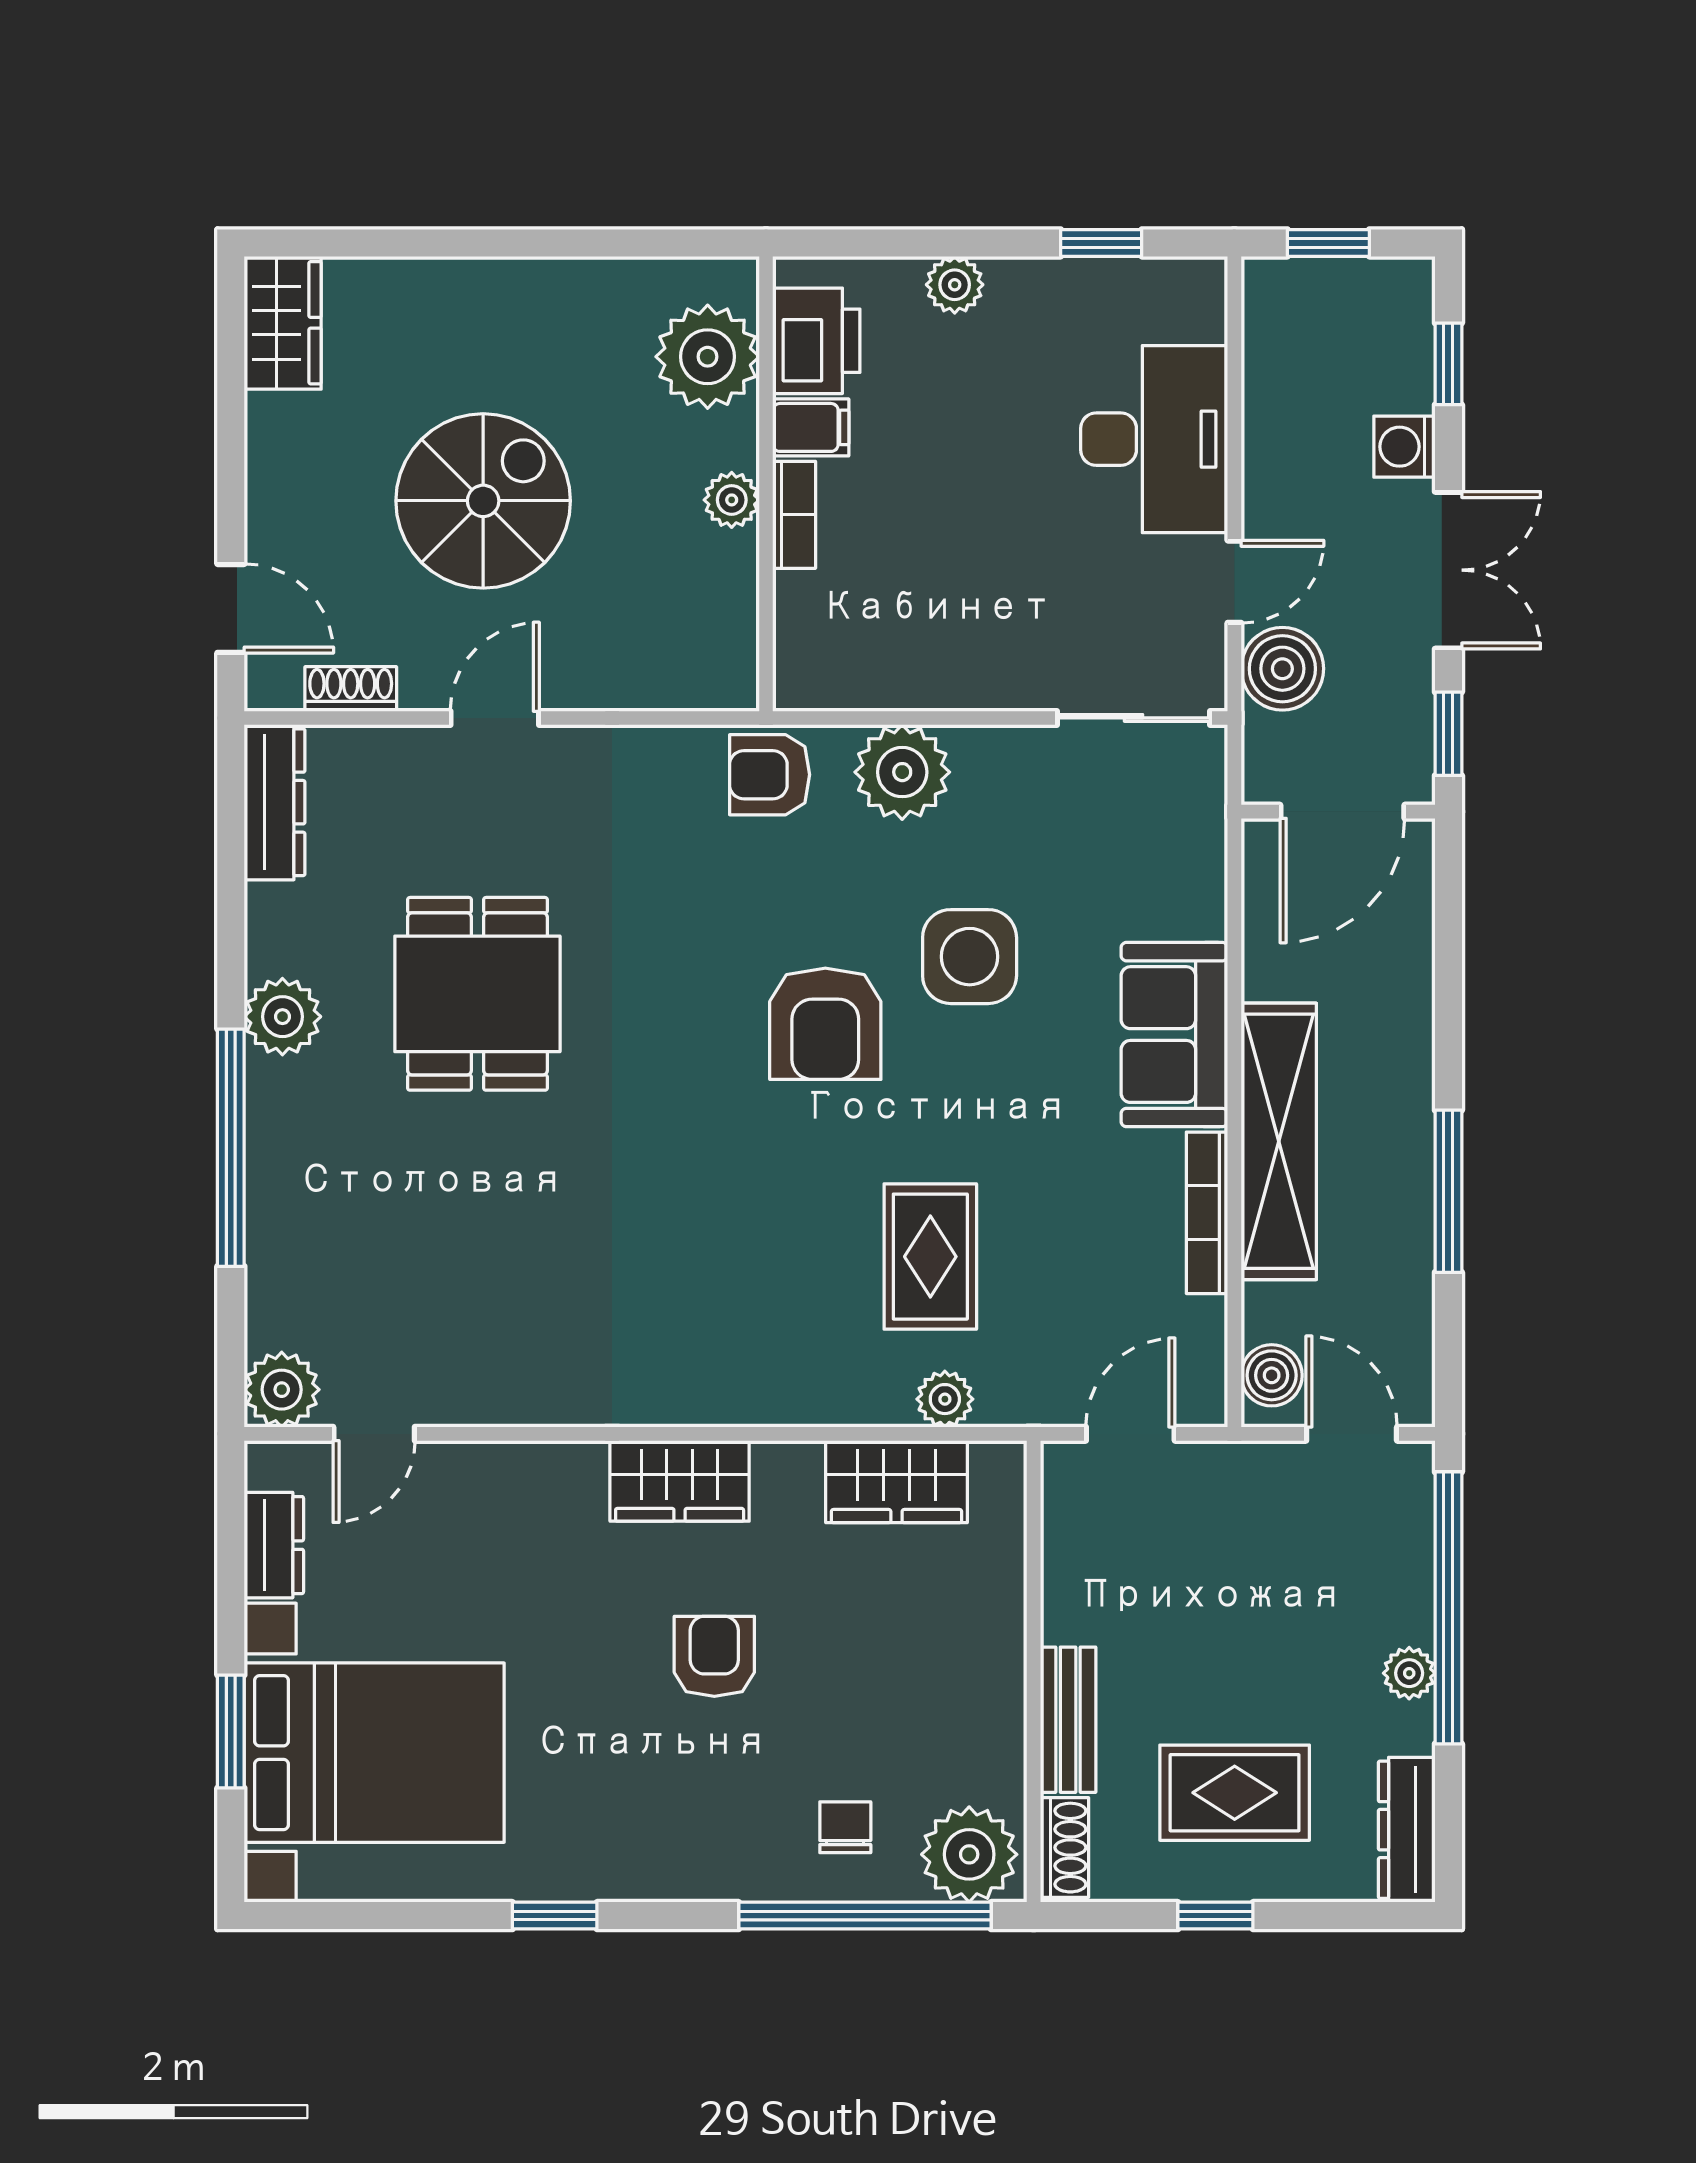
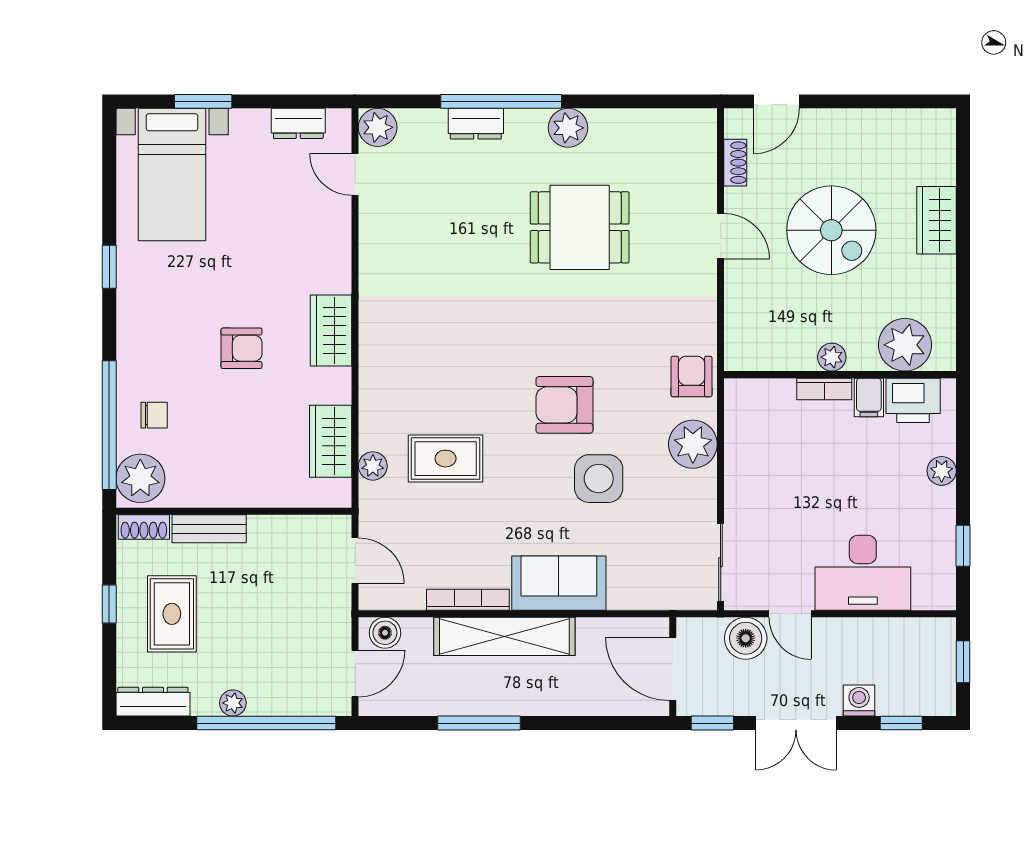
wardrobe: (283, 323) -> (937, 220), moved, turned 90
dresser: (275, 802) -> (476, 124), moved, width x0.70
bed with nightstands: (374, 1753) -> (172, 175), width x0.73

